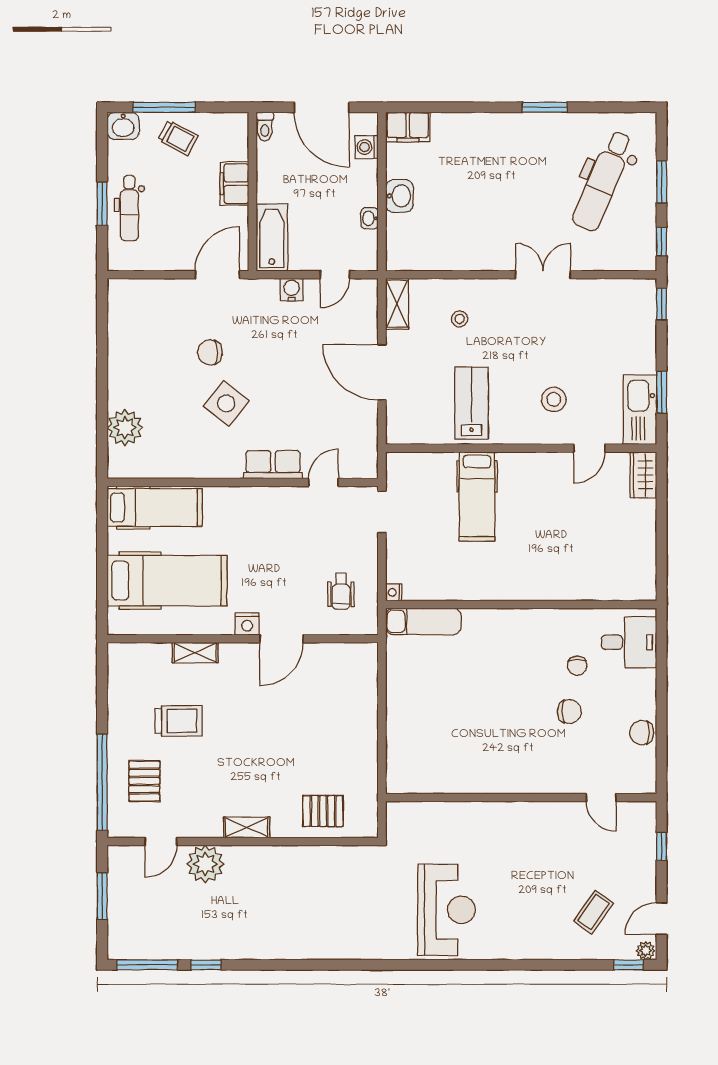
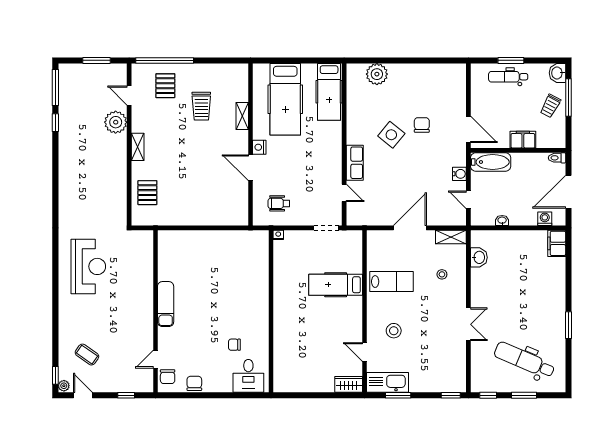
washbasin: (399, 196) -> (479, 257), moved, turned -90
exam couch: (423, 621) -> (166, 304), moved, turned 180
chair: (569, 712) -> (168, 377), moved
pallet: (144, 781) -> (165, 86), turned 90
reception desk: (446, 910) -> (88, 266), turned -90

